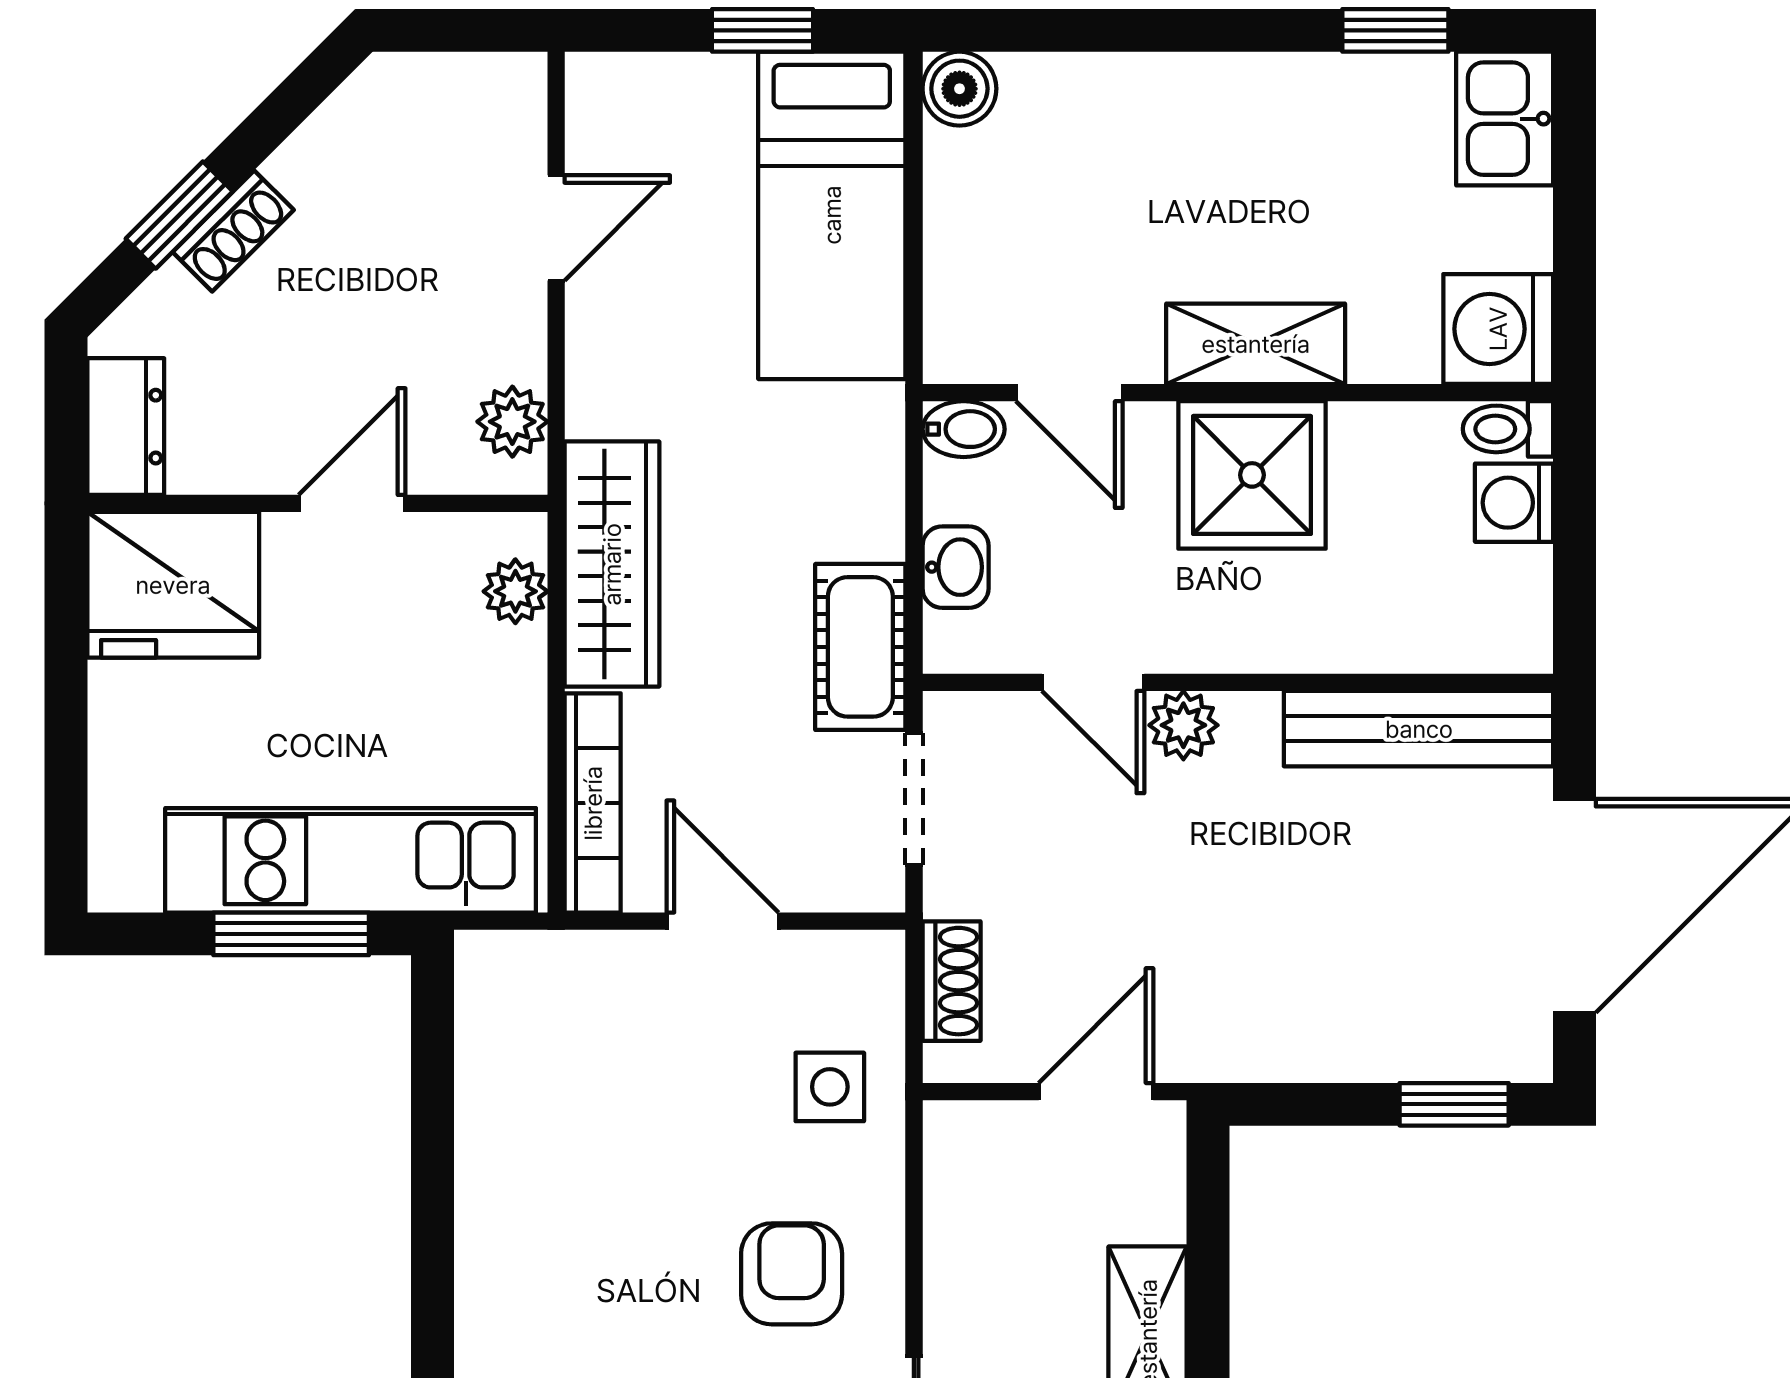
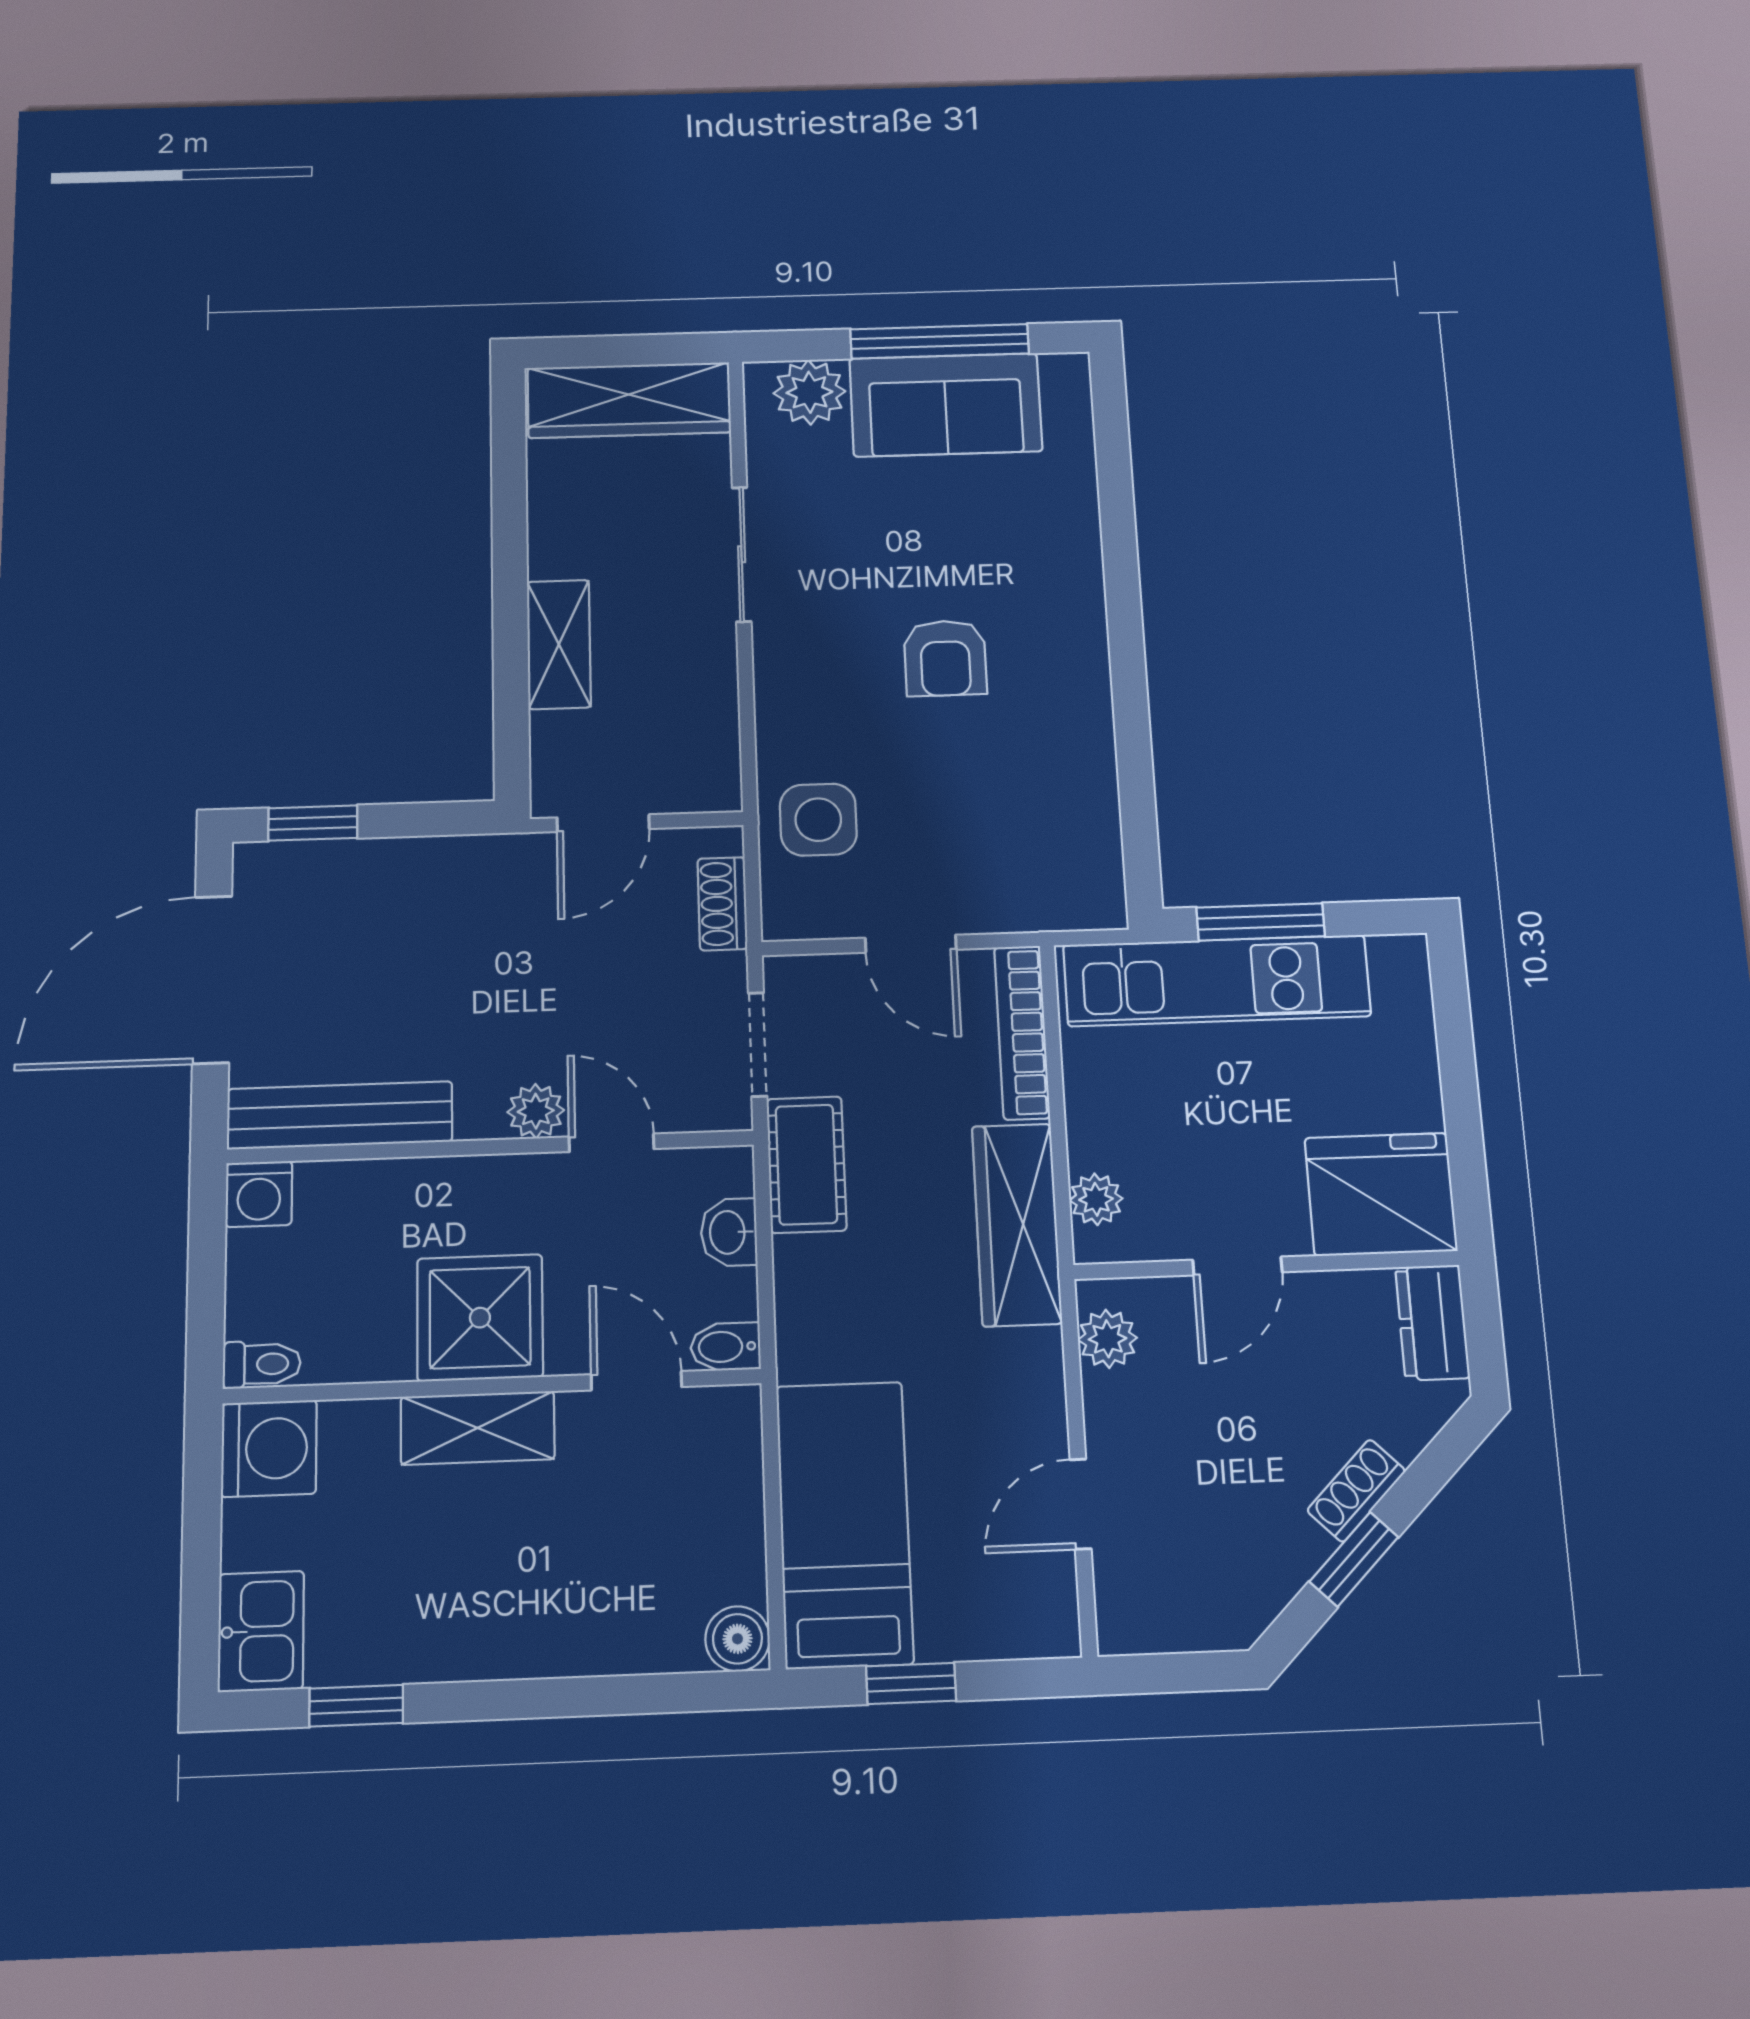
window: (179, 215) -> (1354, 1559), moved
washing machine: (1514, 503) -> (259, 1194), moved, turned 90
side table: (830, 1087) -> (818, 820), width x1.37, depth x1.37
armchair: (792, 1274) -> (945, 658), moved

